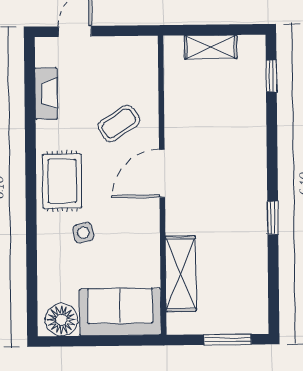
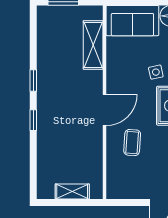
window: (271, 76) -> (33, 120), moved
coffee table: (119, 123) -> (132, 143), turned -53

